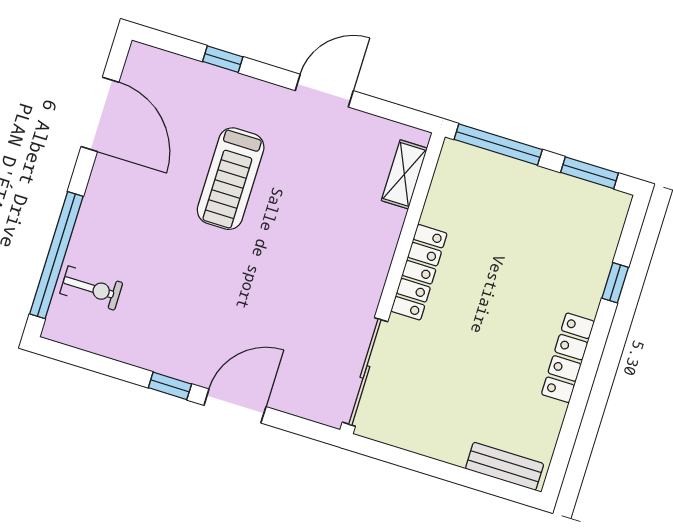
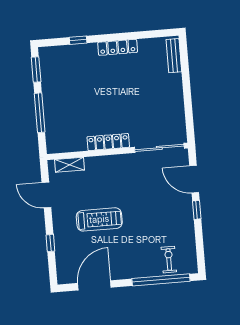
shelving: (404, 174) -> (70, 165), moved
locker: (419, 272) -> (108, 142), moved
wall: (392, 283) -> (117, 151), moved
sliding door: (365, 372) -> (159, 148), moved

